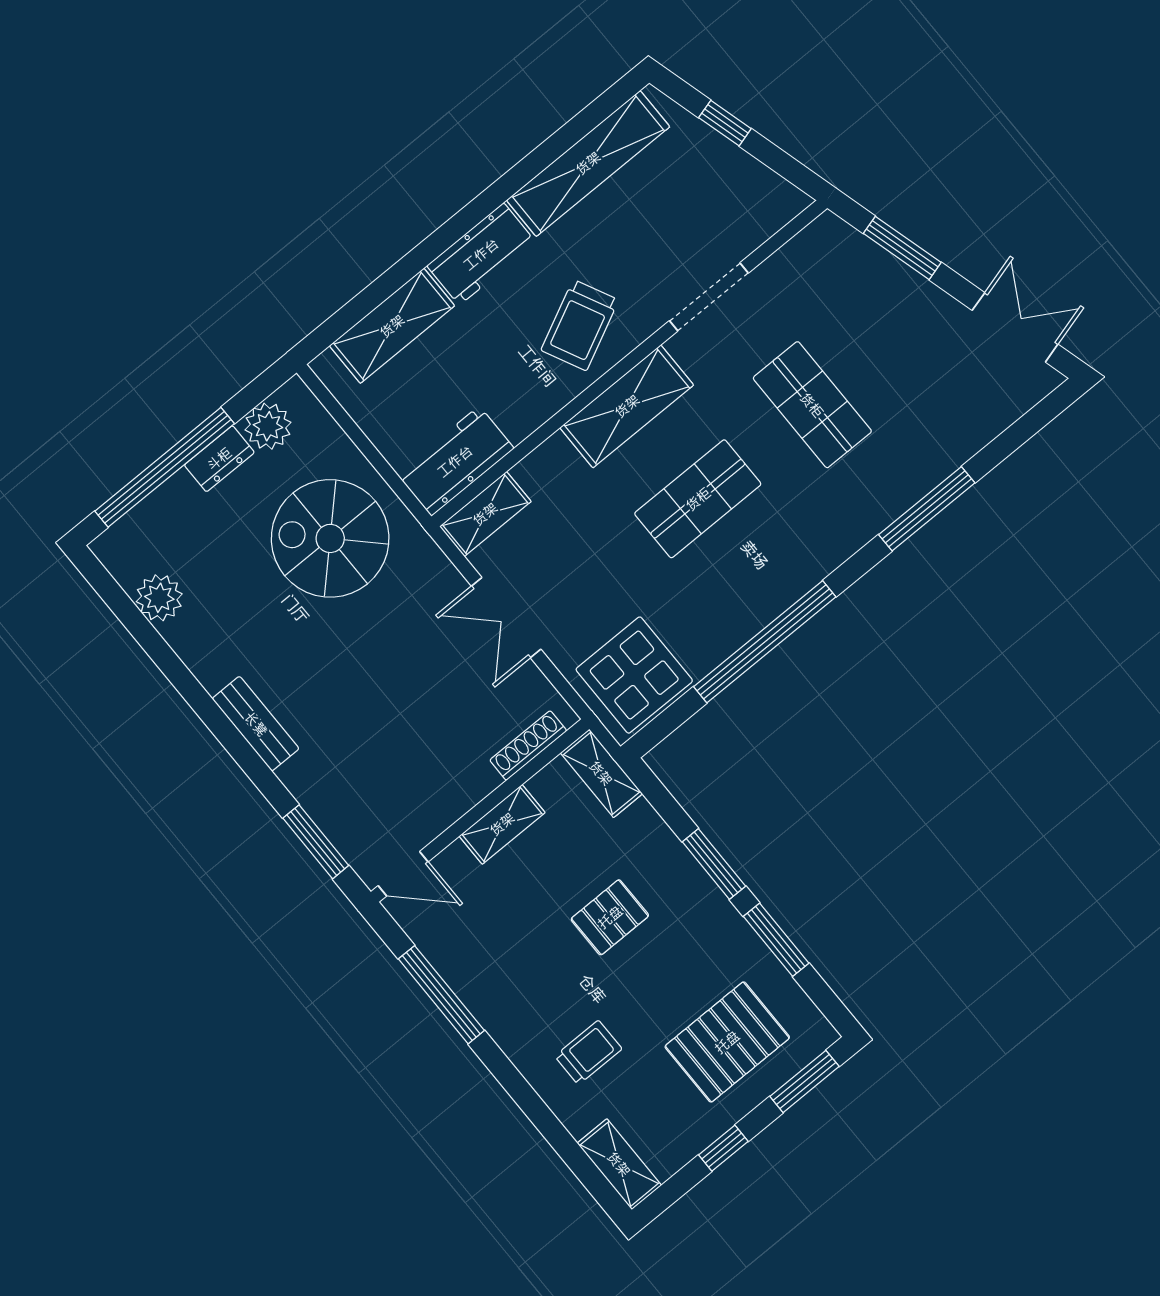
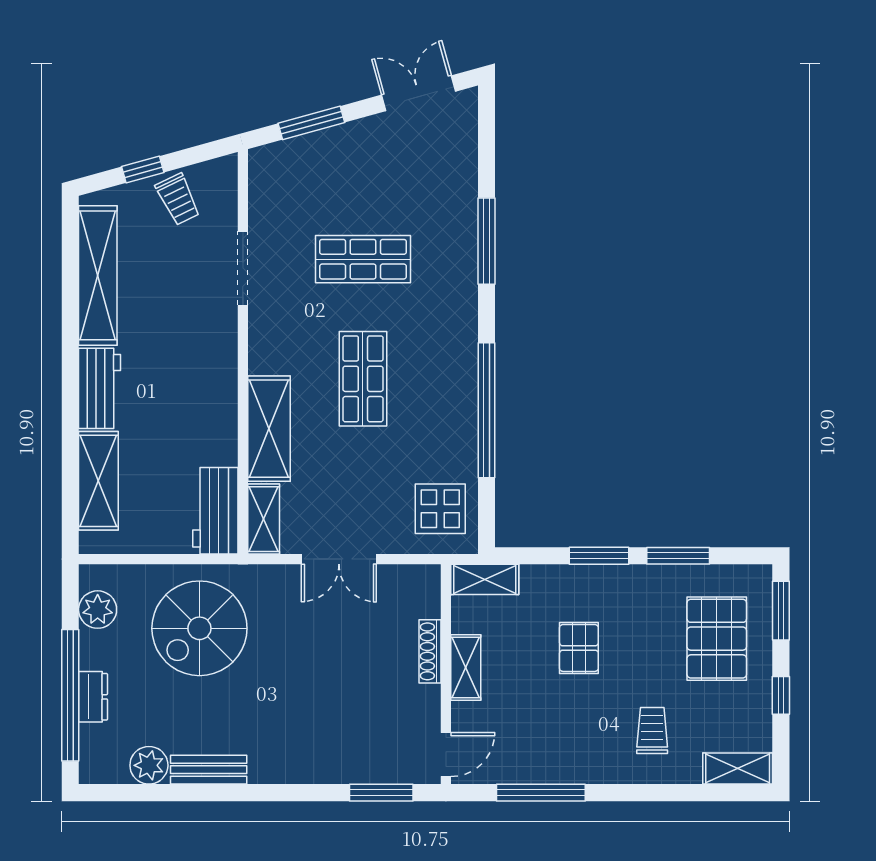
trolley: (580, 325) -> (178, 199), moved, width x0.73, depth x0.72
shelving: (627, 406) -> (269, 429), moved
dresser: (219, 459) -> (93, 697), moved
display table: (634, 675) -> (440, 509), width x0.73, depth x0.73
bench: (256, 724) -> (209, 770), moved
shoe rack: (528, 746) -> (430, 651), moved

